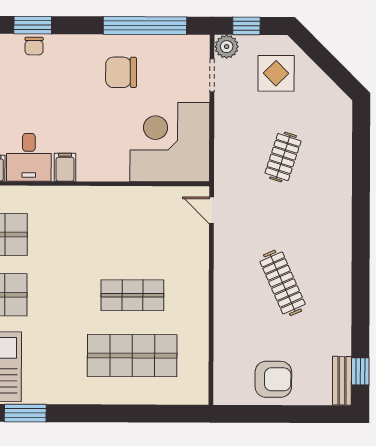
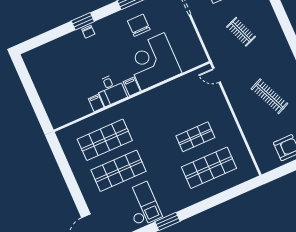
chair: (121, 72) -> (139, 25), turned 90
corner desk: (170, 142) -> (153, 62), moved
clothes rail: (283, 157) -> (241, 32), turned -39

